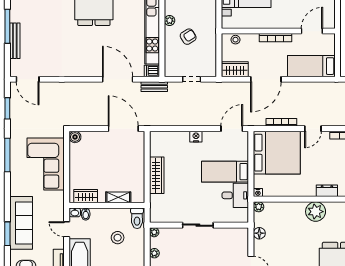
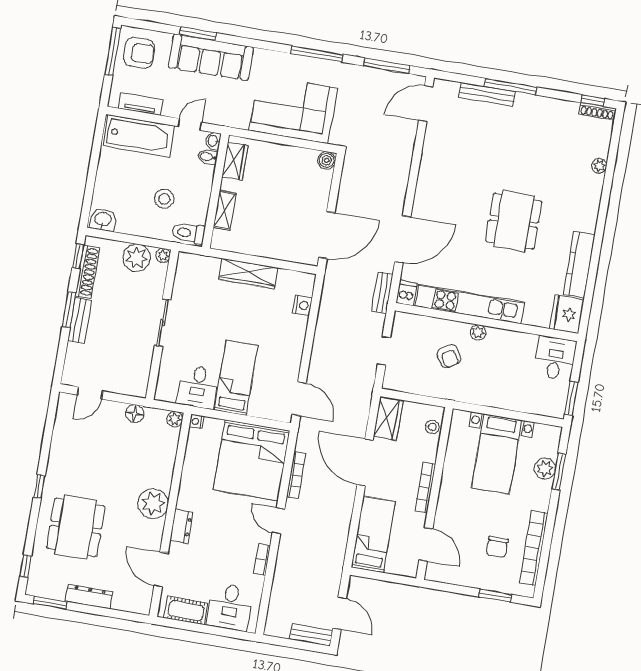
window: (7, 108) -> (387, 66), width x1.44
nightstand: (196, 137) -> (303, 305), moved
plant: (154, 253) -> (137, 258), width x1.87, depth x1.87

